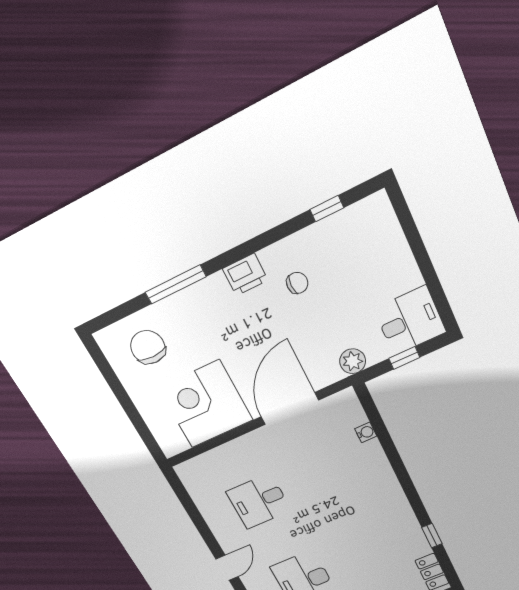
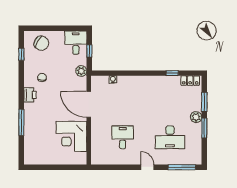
chair: (148, 347) -> (41, 43), moved, turned -152
desk: (259, 501) -> (123, 137), turned 180

